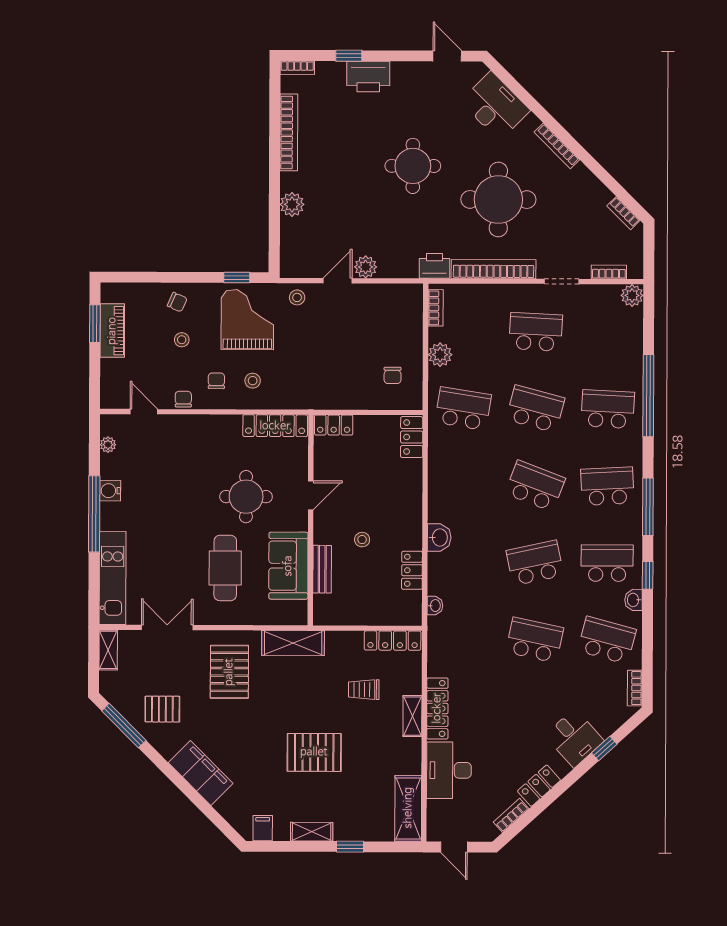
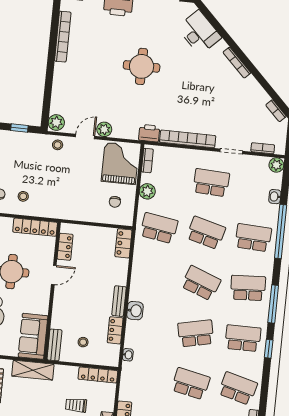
round table: (498, 199) -> (195, 94), removed
plant: (292, 204) -> (56, 122), moved
grand piano: (247, 320) -> (120, 164), moved
locker: (334, 425) -> (65, 247), moved, turned -90
bench: (414, 525) -> (119, 301), added
stool: (362, 540) -> (83, 342), moved
sofa: (288, 566) -> (33, 336), moved
bench: (322, 569) -> (54, 345), moved
washbasin: (634, 600) -> (275, 197), moved

